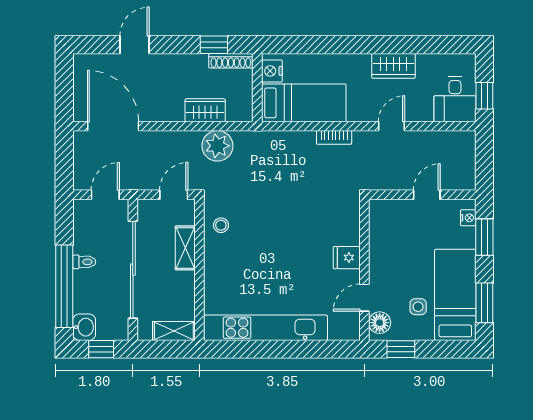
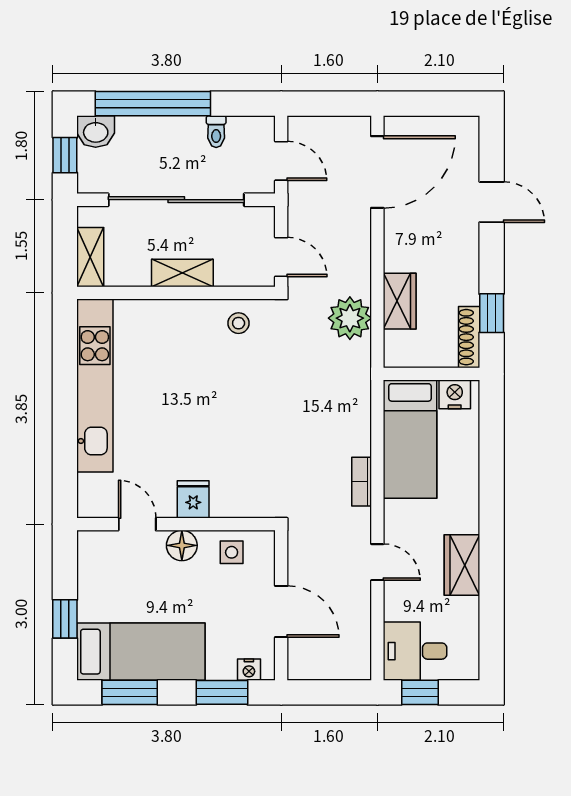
door: (427, 195) -> (281, 611), width x1.38
shelving: (185, 248) -> (182, 273), moved
toilet: (84, 262) -> (216, 132), moved
side table: (418, 307) -> (232, 552), moved
floor lamp: (380, 323) -> (182, 545), moved
window: (401, 349) -> (65, 619), moved

